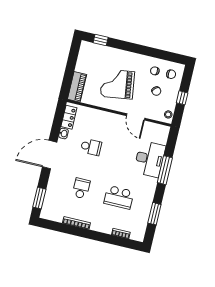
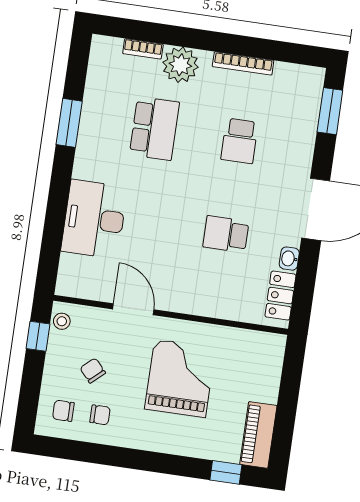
grand piano: (117, 84) -> (180, 378), turned -82
piano: (77, 87) -> (258, 435), moved
window: (182, 98) -> (38, 336), moved
window: (165, 170) -> (58, 197), removed
school desk: (119, 197) -> (154, 128), turned 90
window: (154, 214) -> (69, 123), moved
plant: (105, 225) -> (180, 65), added

